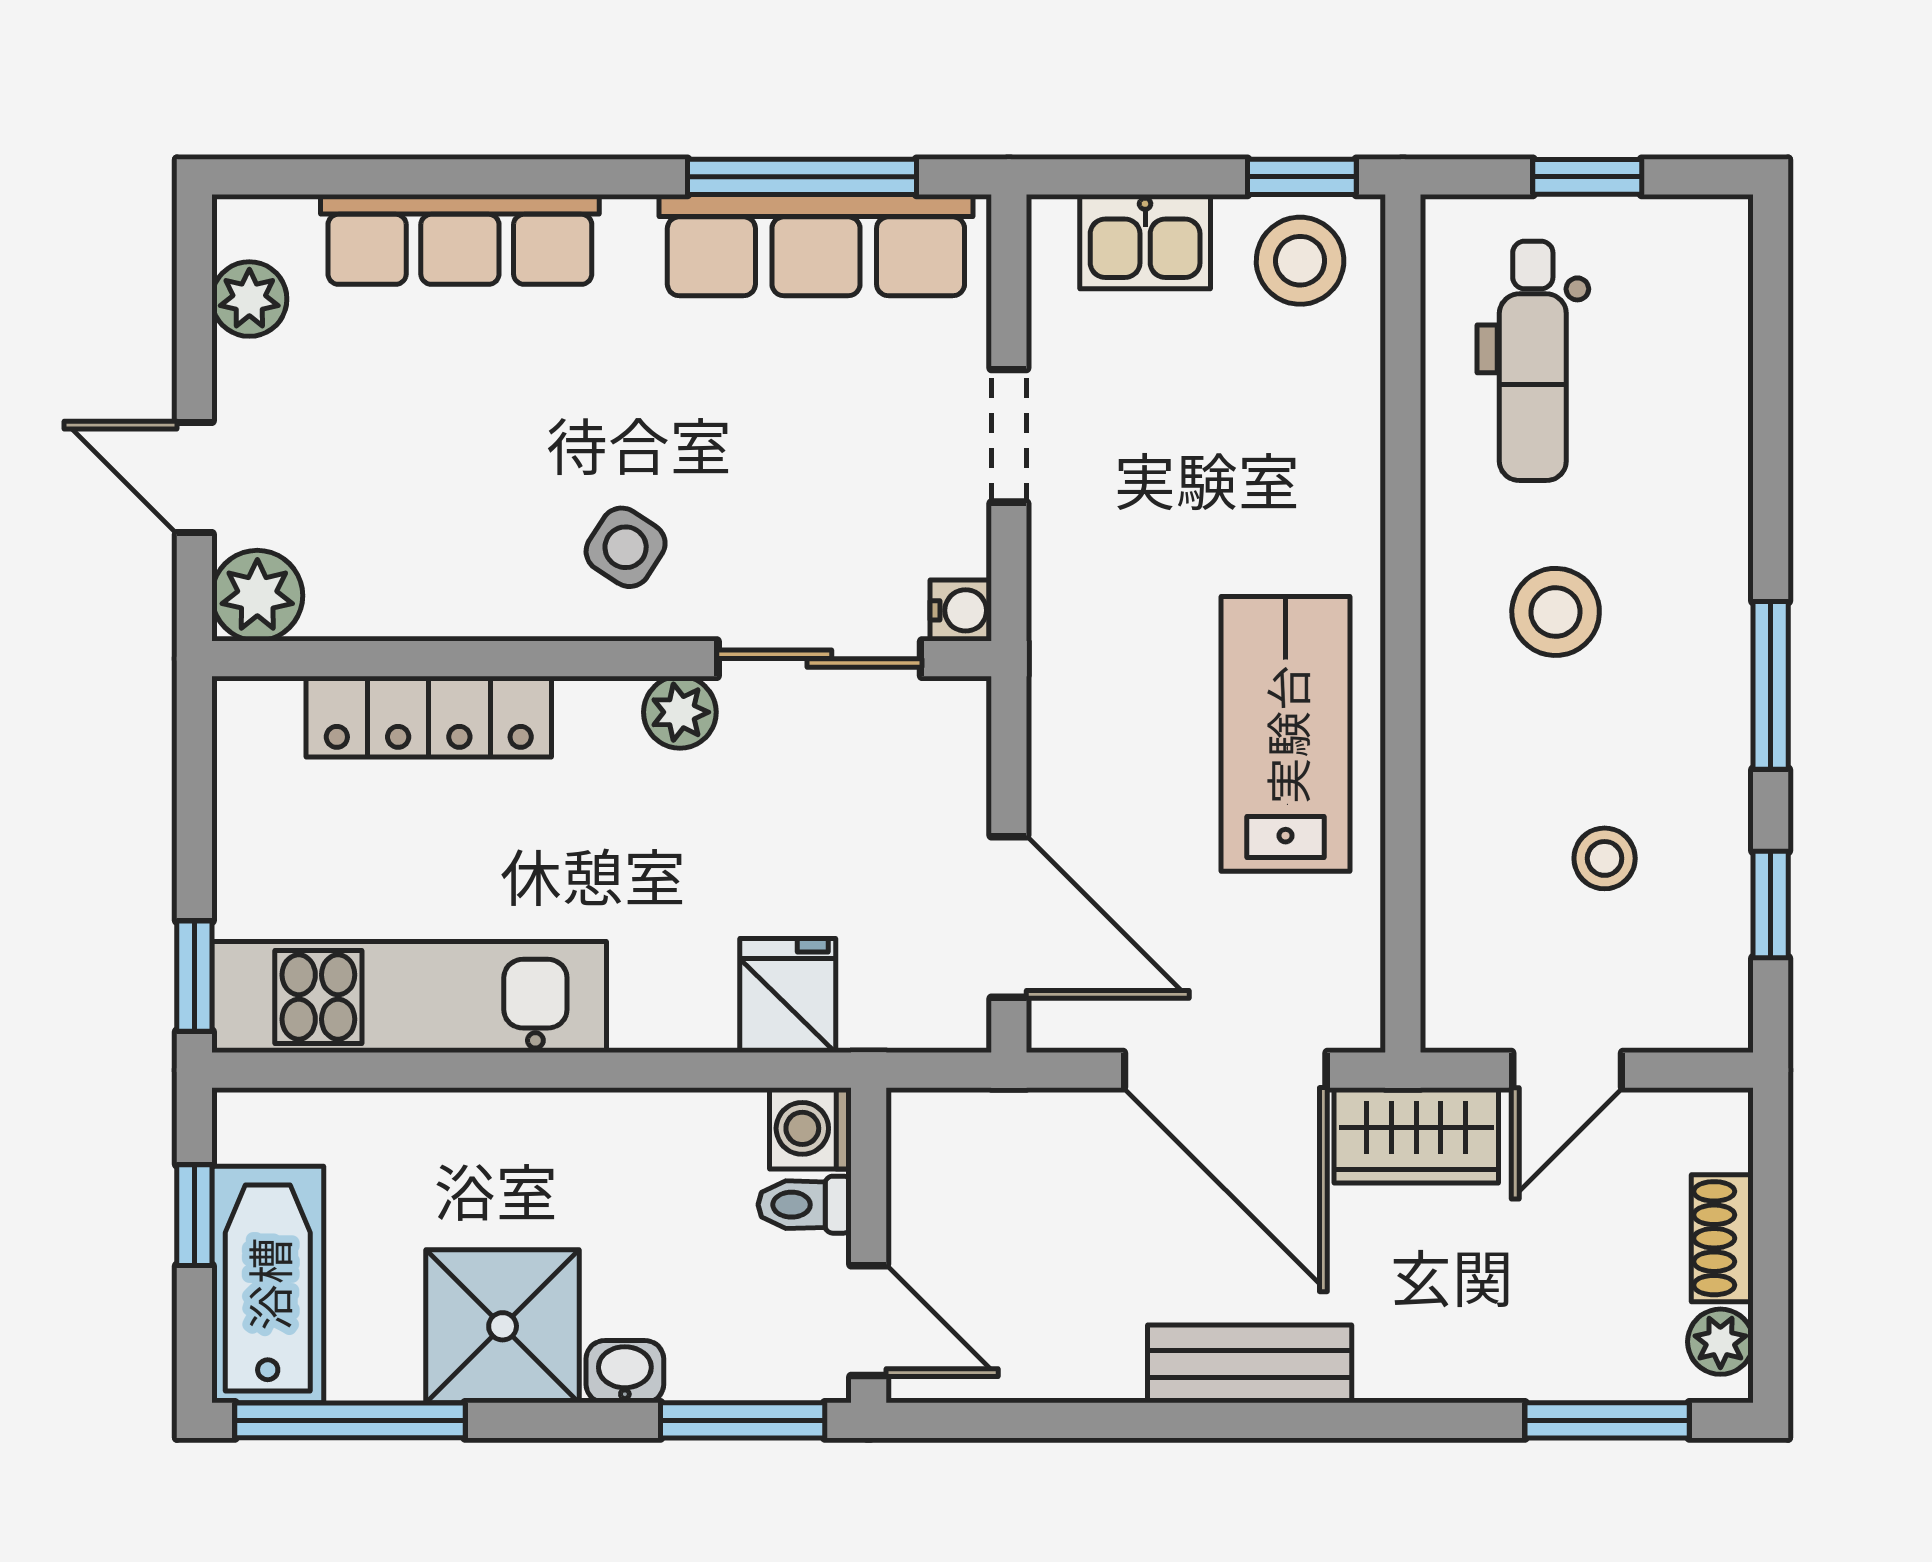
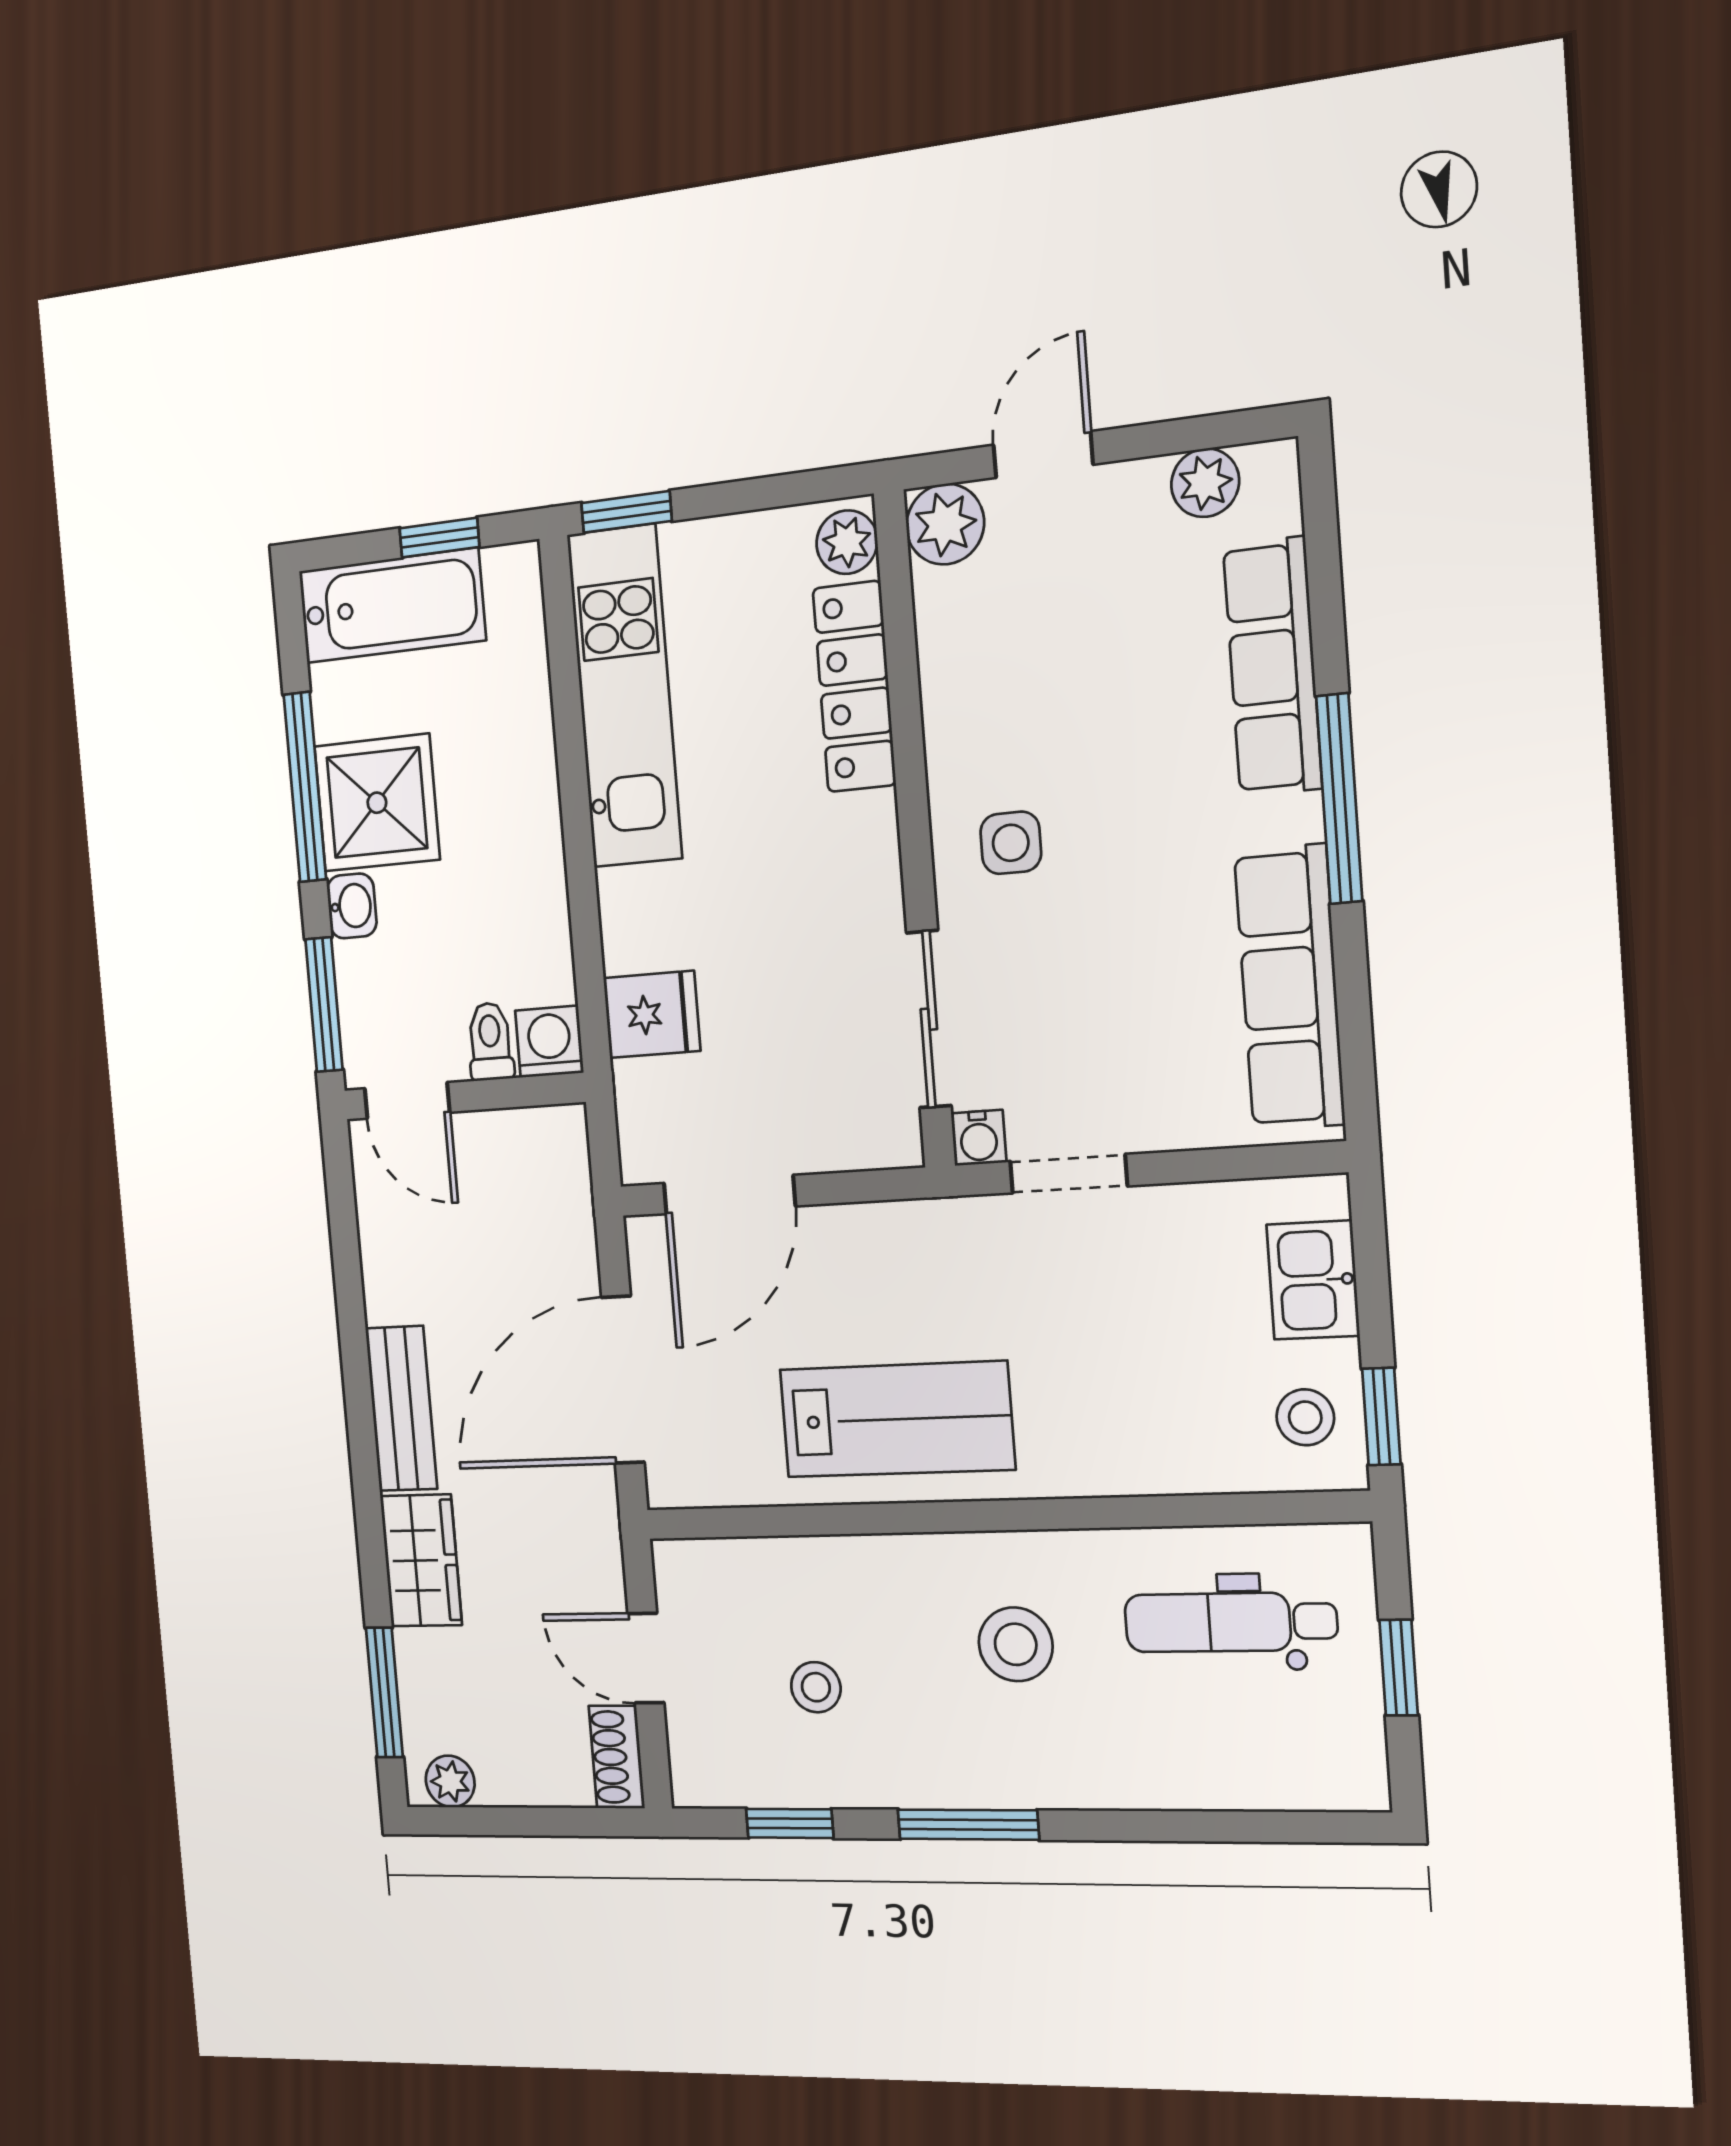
window: (802, 177) -> (1339, 799), moved
stool: (1300, 261) -> (1305, 1417), width x0.73, depth x0.73
doorway: (1009, 436) -> (1068, 1174), moved
side table: (626, 547) -> (1011, 843), turned -33
plant: (680, 712) -> (847, 542), moved
wardrobe: (1416, 1135) -> (421, 1560), moved, turned 180
shoe rack: (1722, 1238) -> (617, 1757), moved, turned -90
door: (869, 1321) -> (407, 1100), hinge flipped
window: (350, 1420) -> (305, 787), moved

